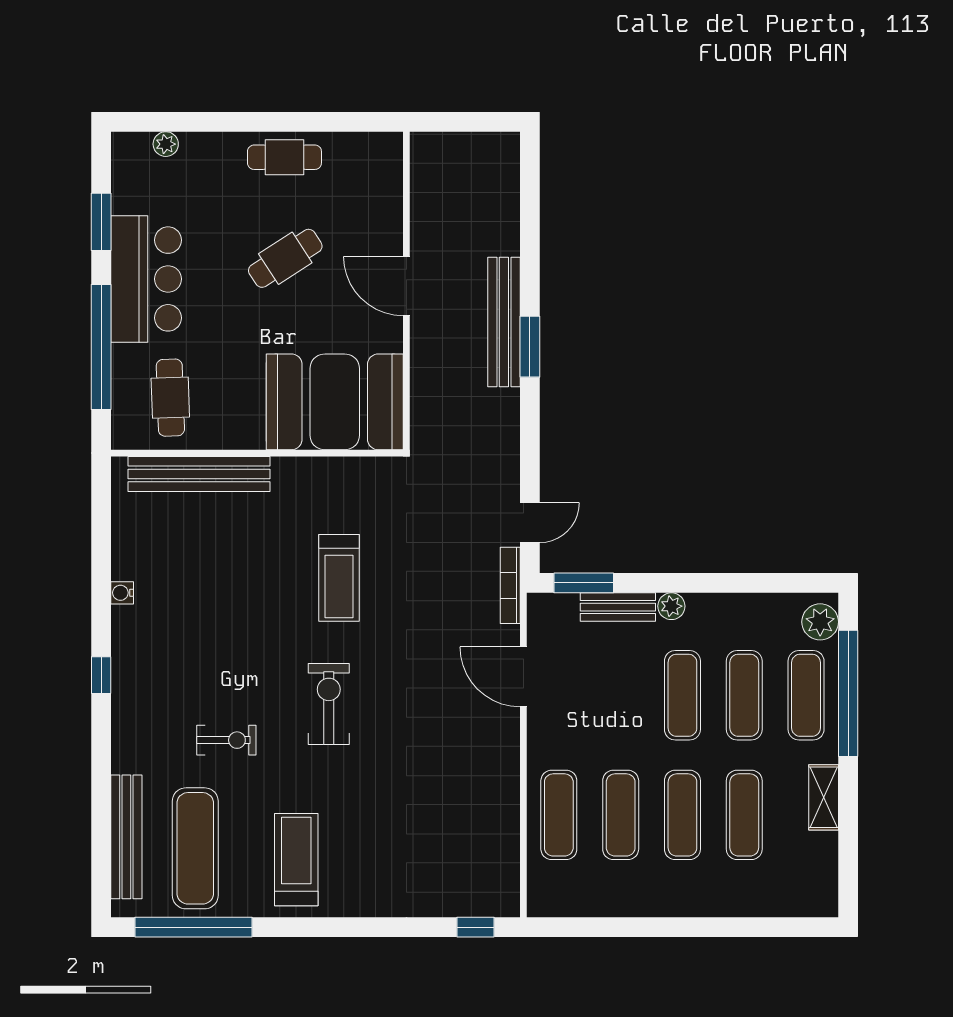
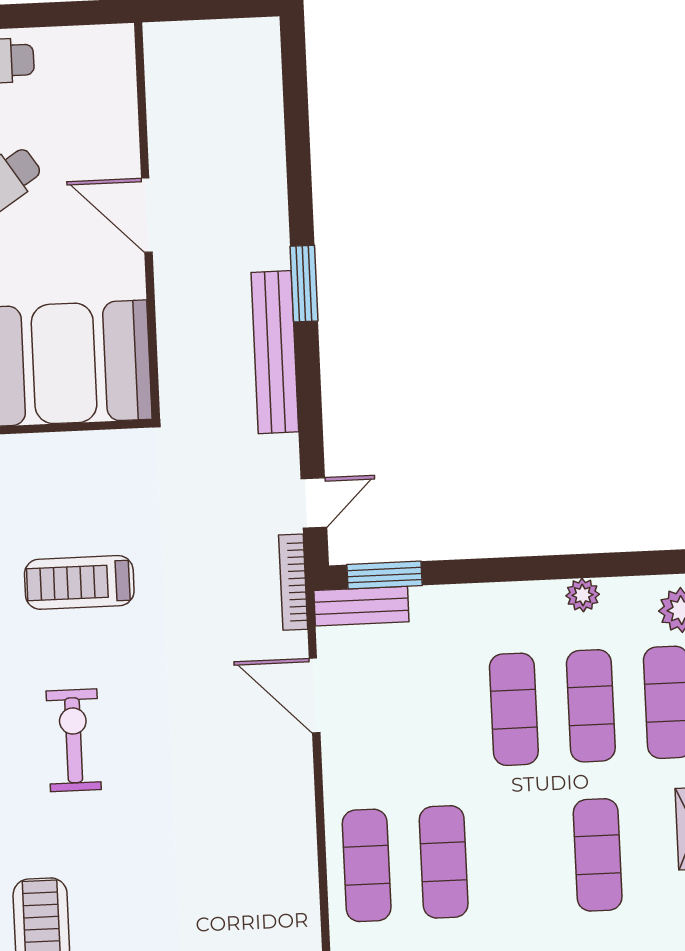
bench: (504, 322) -> (275, 352), moved
treadmill: (339, 578) -> (79, 582), turned 90
plant: (671, 606) -> (583, 595), moved
bench: (618, 607) -> (361, 606), moved
exercise mat: (682, 815) -> (521, 858), removed

